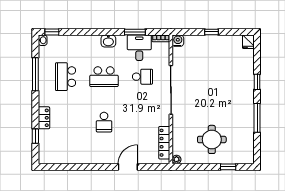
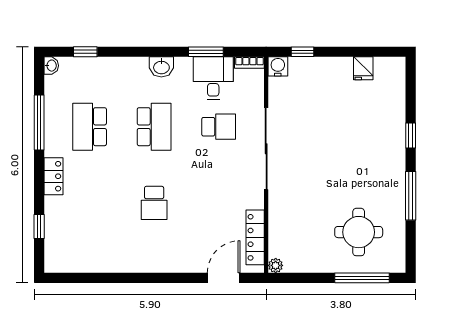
window: (52, 32) -> (85, 52), moved
window: (211, 32) -> (302, 52), moved
fridge: (248, 42) -> (363, 68), moved
school desk: (104, 77) -> (154, 127), turned -90
locker: (44, 118) -> (53, 176), moved
round table: (212, 139) -> (359, 232), moved
door: (128, 167) -> (224, 278), moved
window: (228, 167) -> (362, 278), width x2.17

